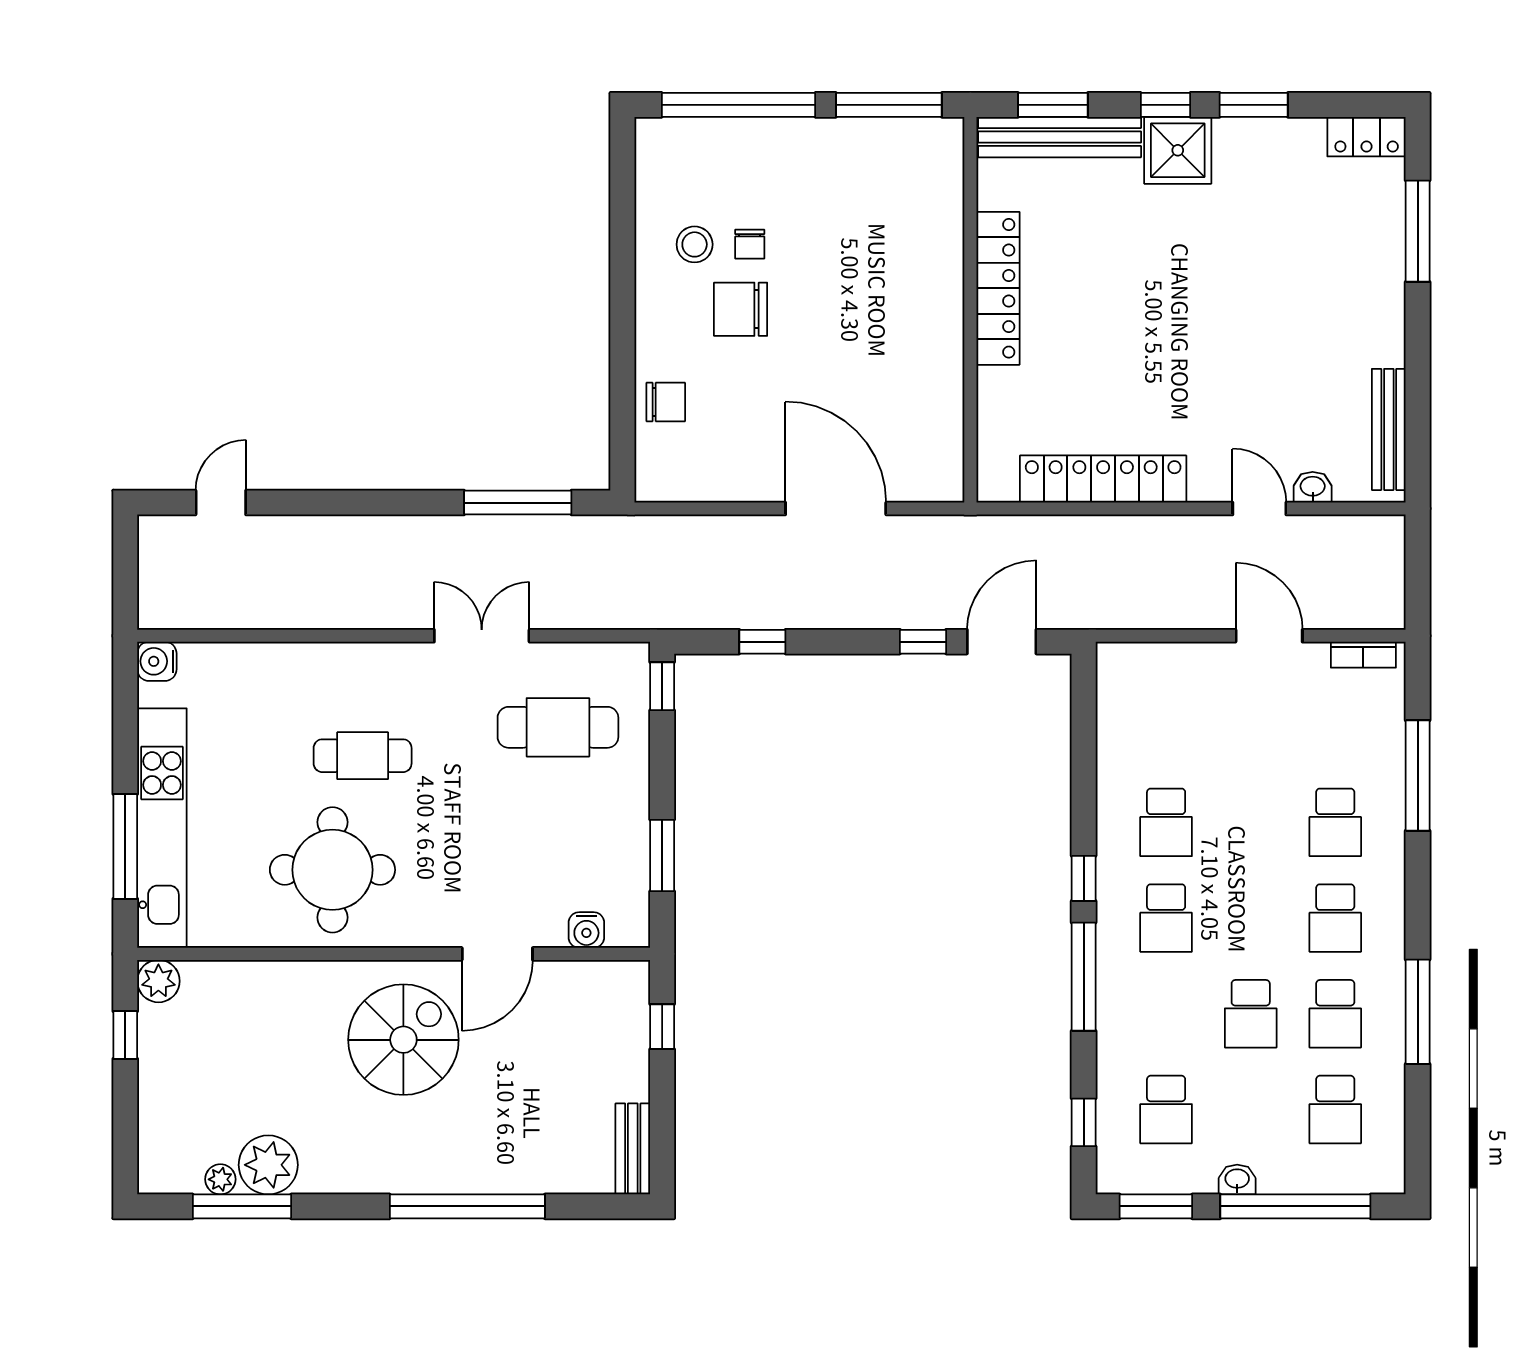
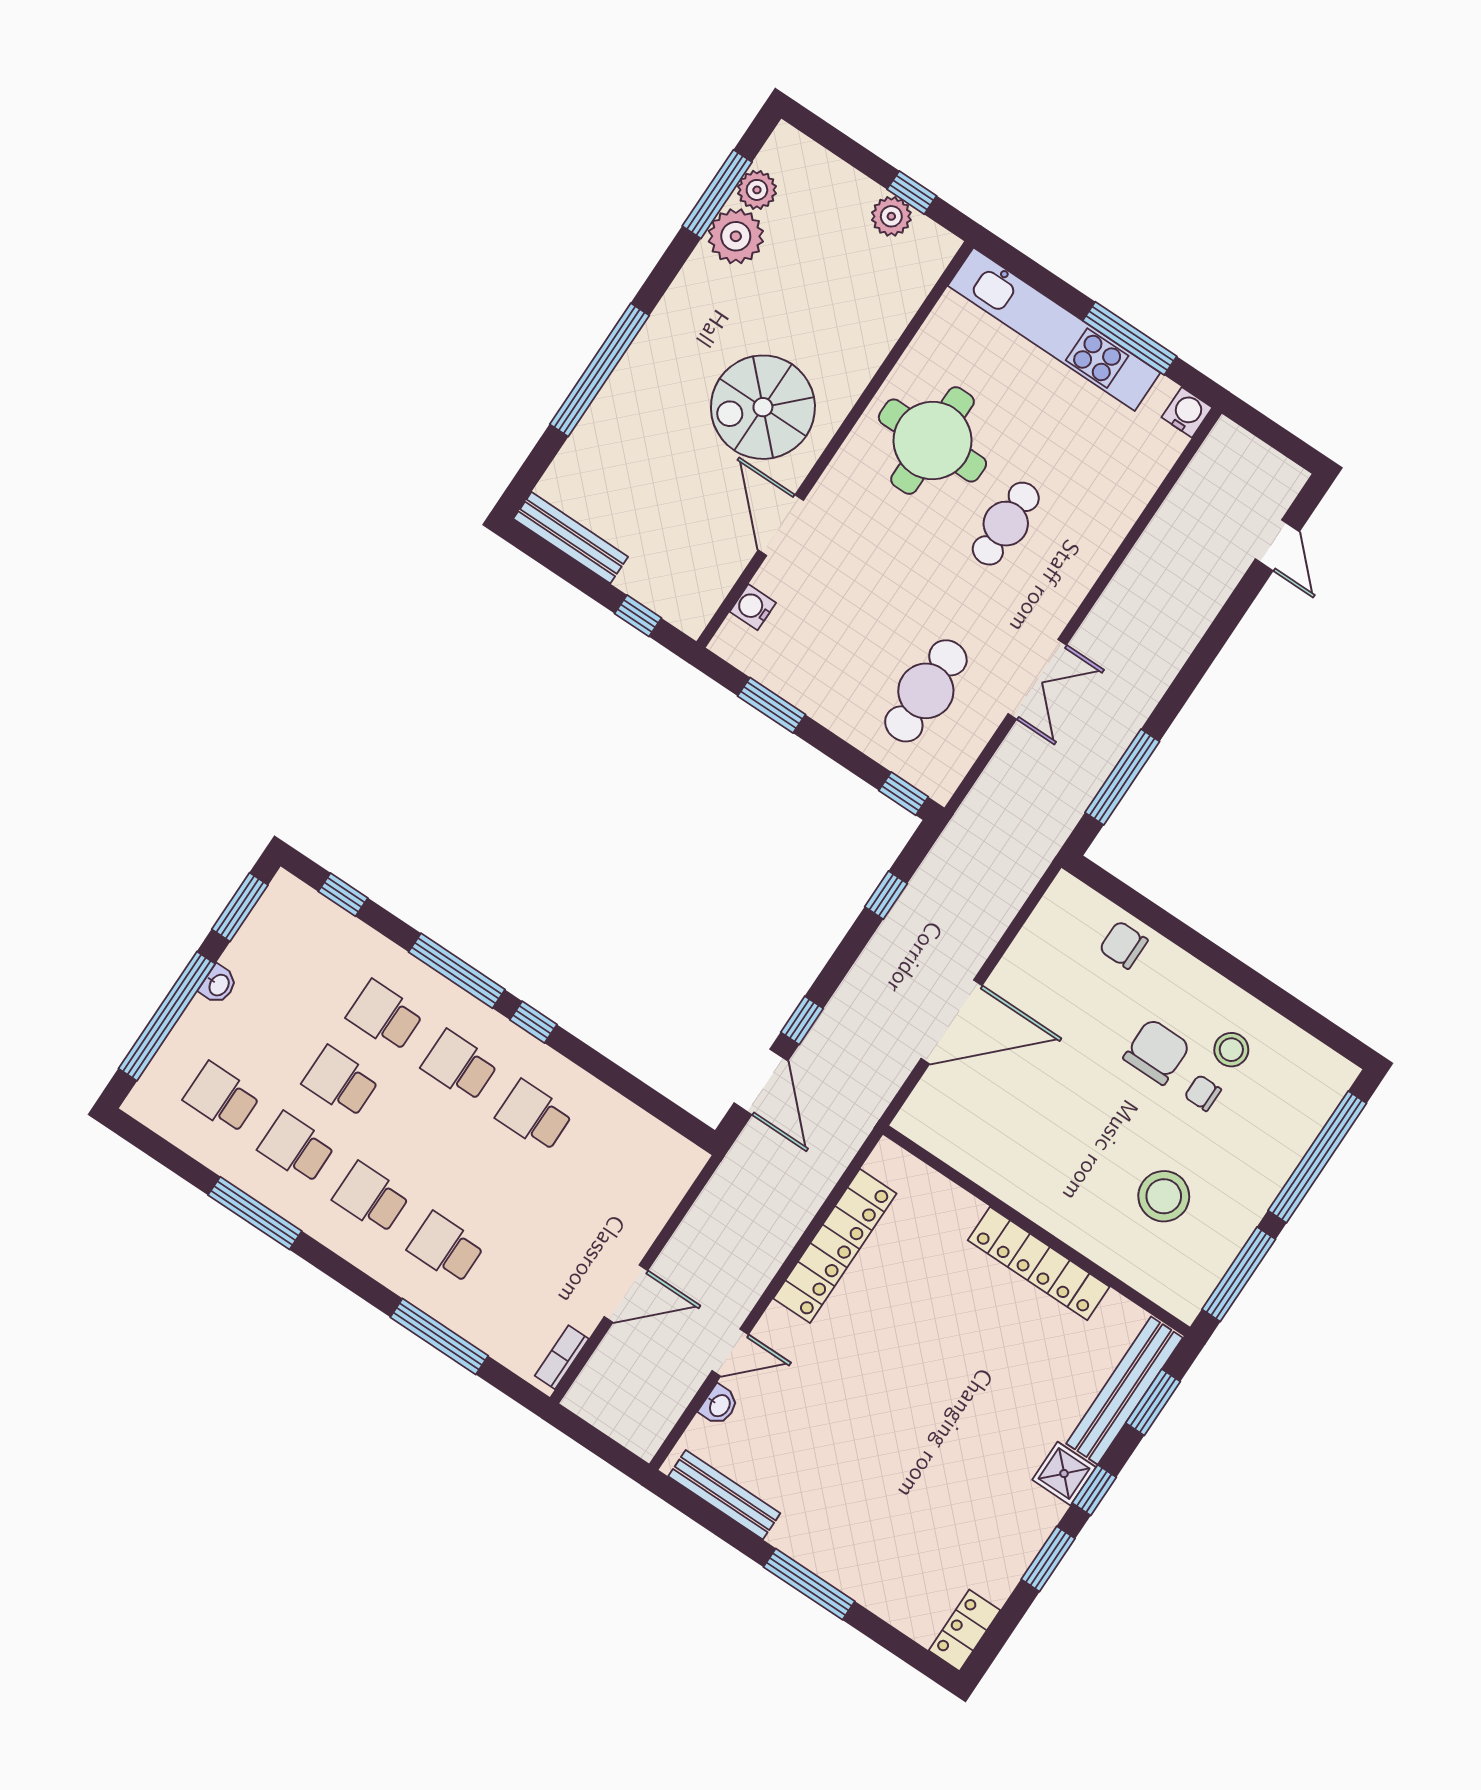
shower: (1178, 150) -> (1064, 1474), width x0.73, depth x0.73
stool: (864, 217) -> (1164, 1196), added
window: (1418, 231) -> (809, 1584), moved
chair: (666, 402) -> (1123, 945), turned 90
window: (125, 846) -> (1130, 338), moved
plant: (158, 981) -> (891, 216), moved
spiral stairs: (403, 1040) -> (763, 407), turned 90
school desk: (1166, 1109) -> (385, 1016), moved
bench: (633, 1149) -> (571, 538), width x1.36
plant: (220, 1179) -> (757, 190), width x1.38, depth x1.38

